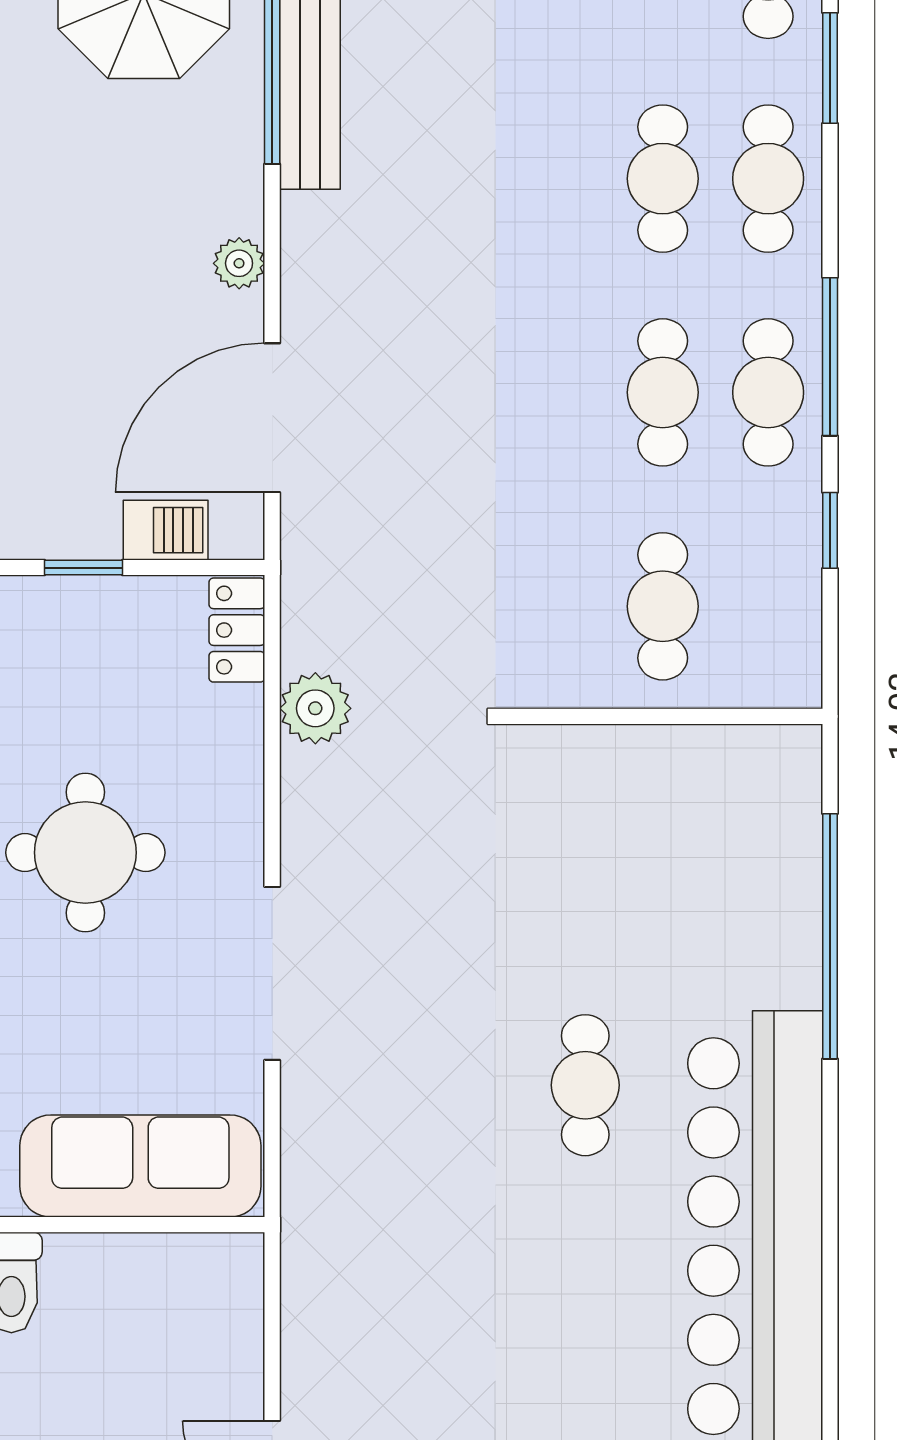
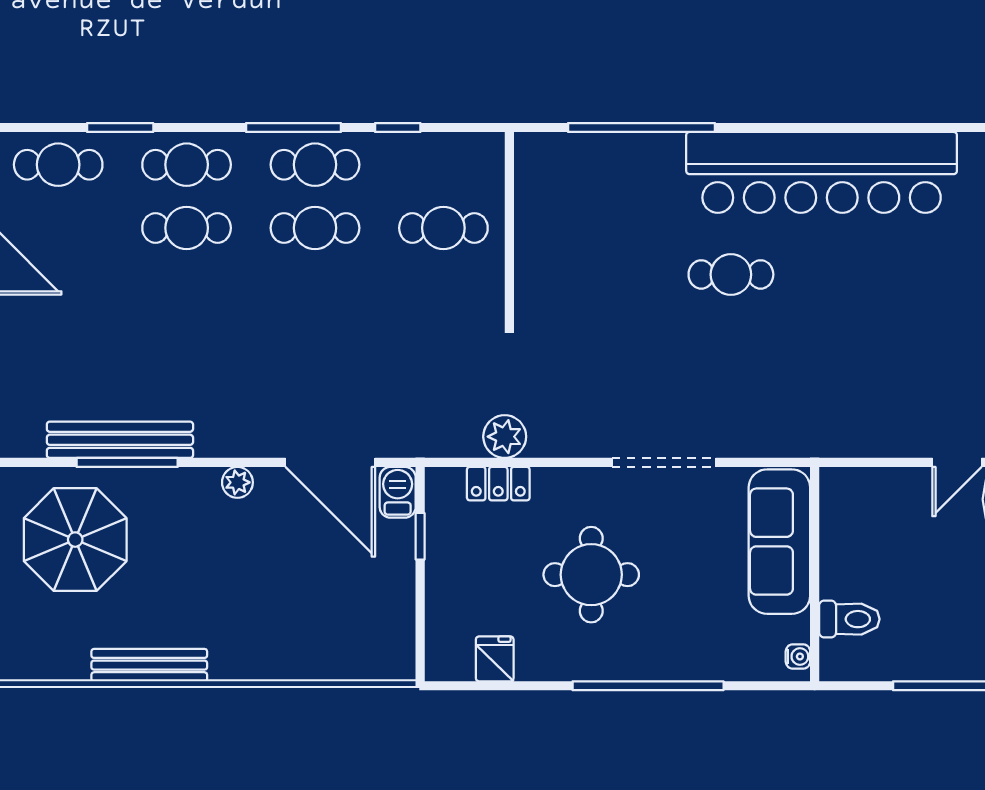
barbecue: (166, 530) -> (398, 492), moved
window: (83, 568) -> (420, 536), moved
locker: (237, 630) -> (498, 484), moved

